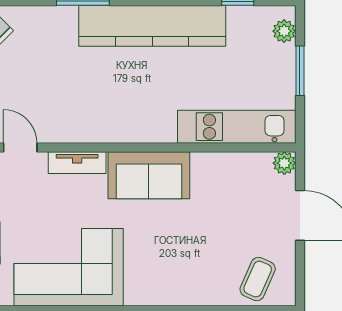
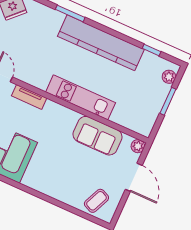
kitchen unit: (237, 127) -> (81, 97), moved
sofa: (149, 175) -> (98, 136), moved

